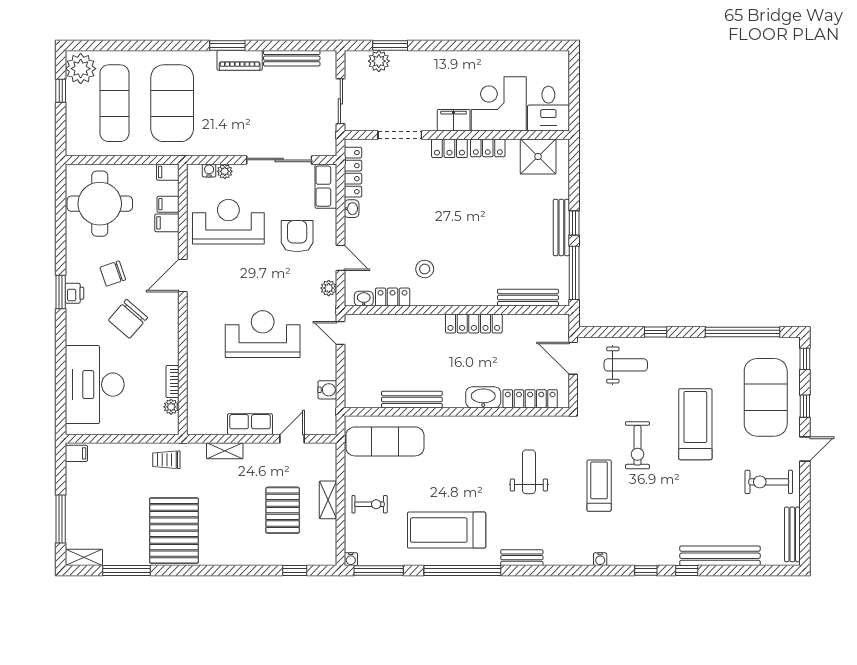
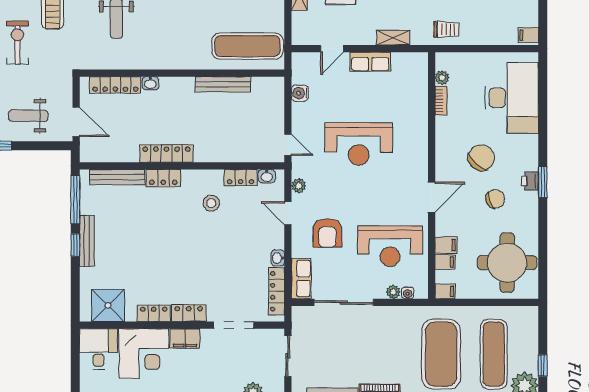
locker: (477, 297) -> (163, 178), added
washbasin: (483, 397) -> (150, 83), width x0.52, depth x0.69

